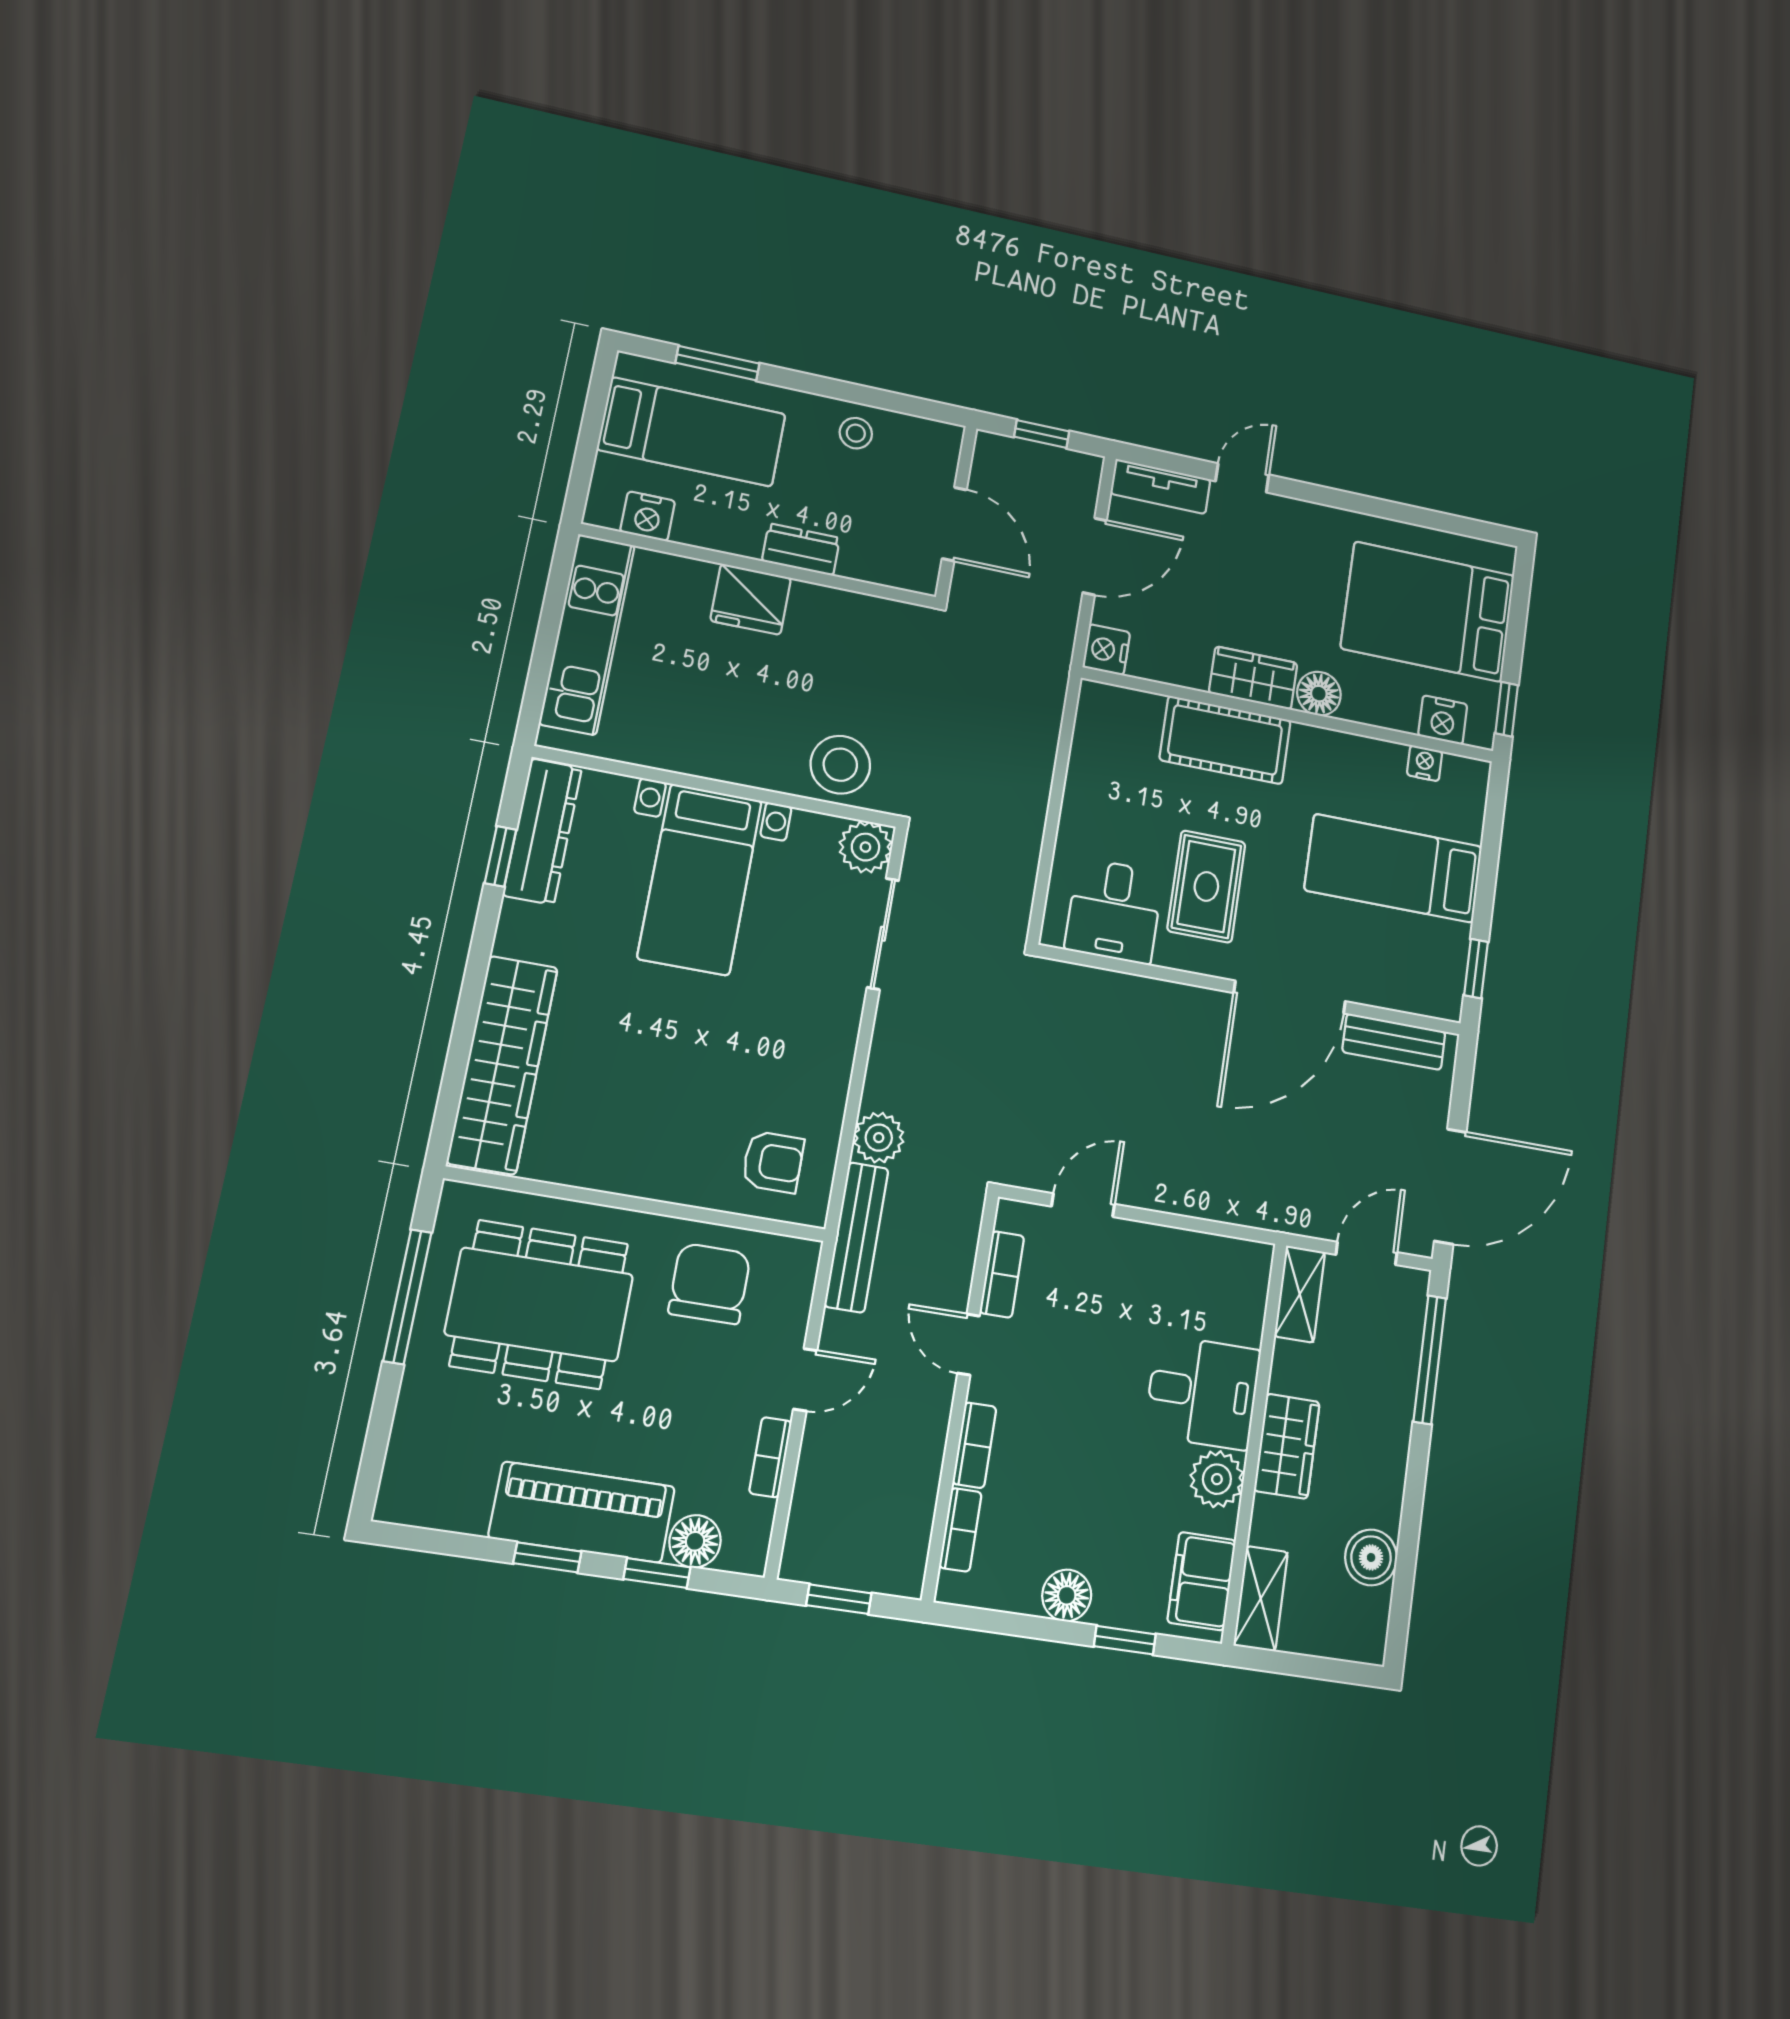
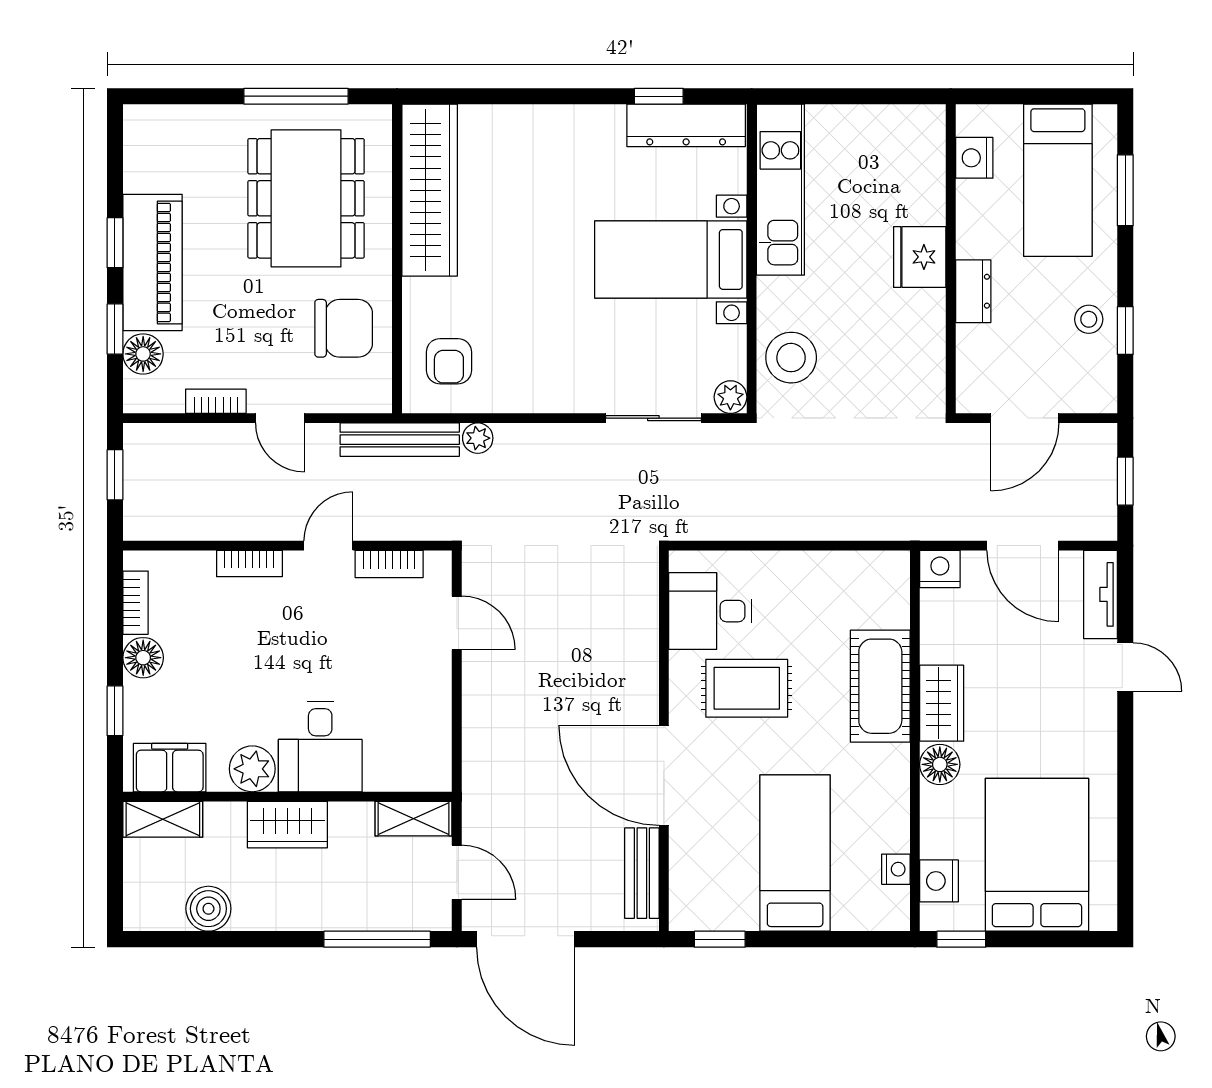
window: (875, 398) -> (1125, 331), added
kitchen unit: (587, 634) -> (780, 190), moved, turned -90
plant: (865, 847) -> (730, 397), width x0.73, depth x0.73
wardrobe: (503, 1065) -> (430, 190), moved, turned -90
plant: (879, 1138) -> (478, 438), width x0.73, depth x0.73
bookcase: (960, 1530) -> (136, 603), moved, turned -90

